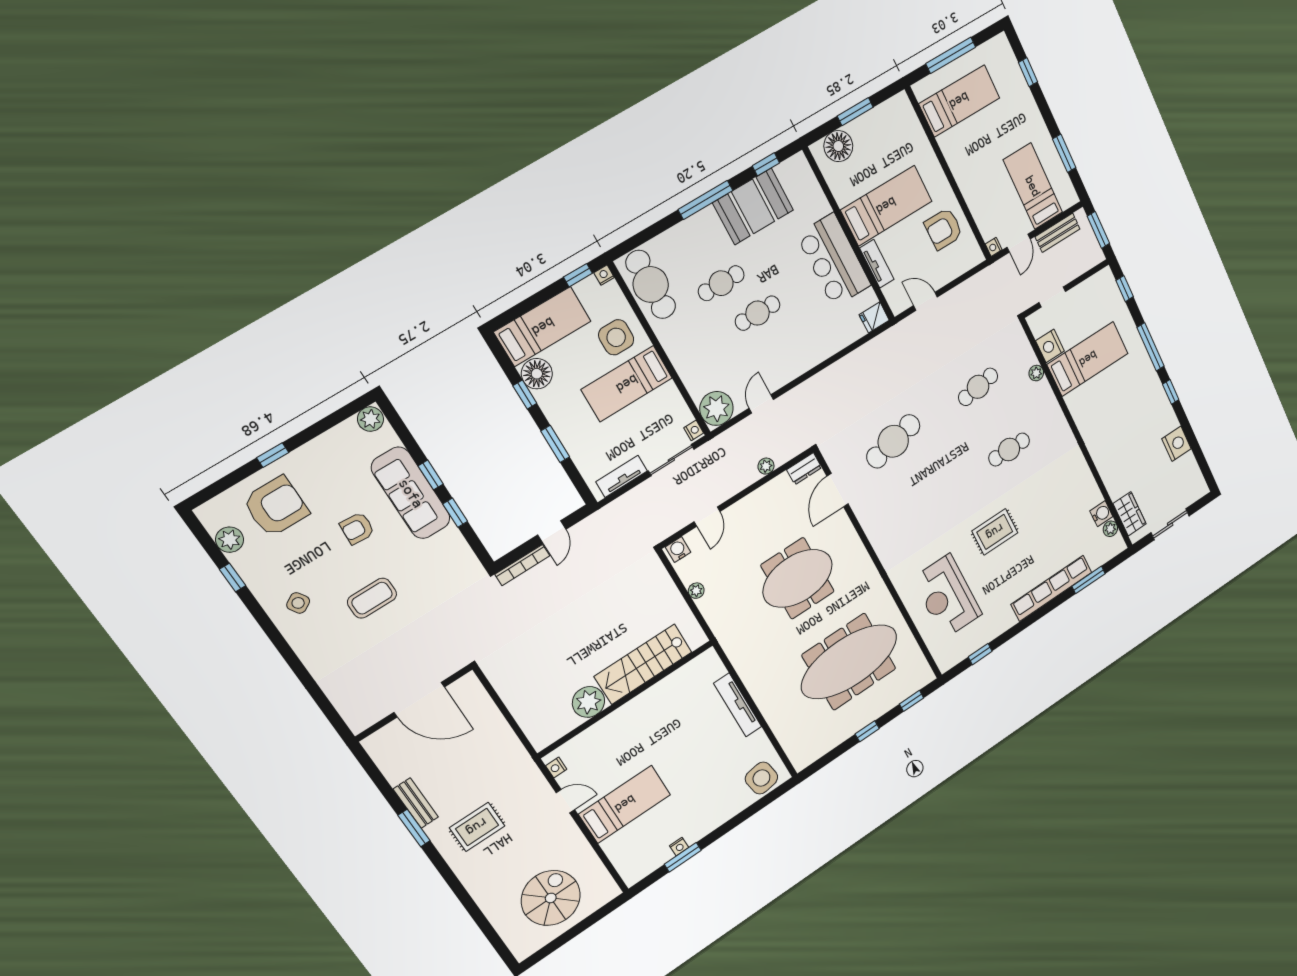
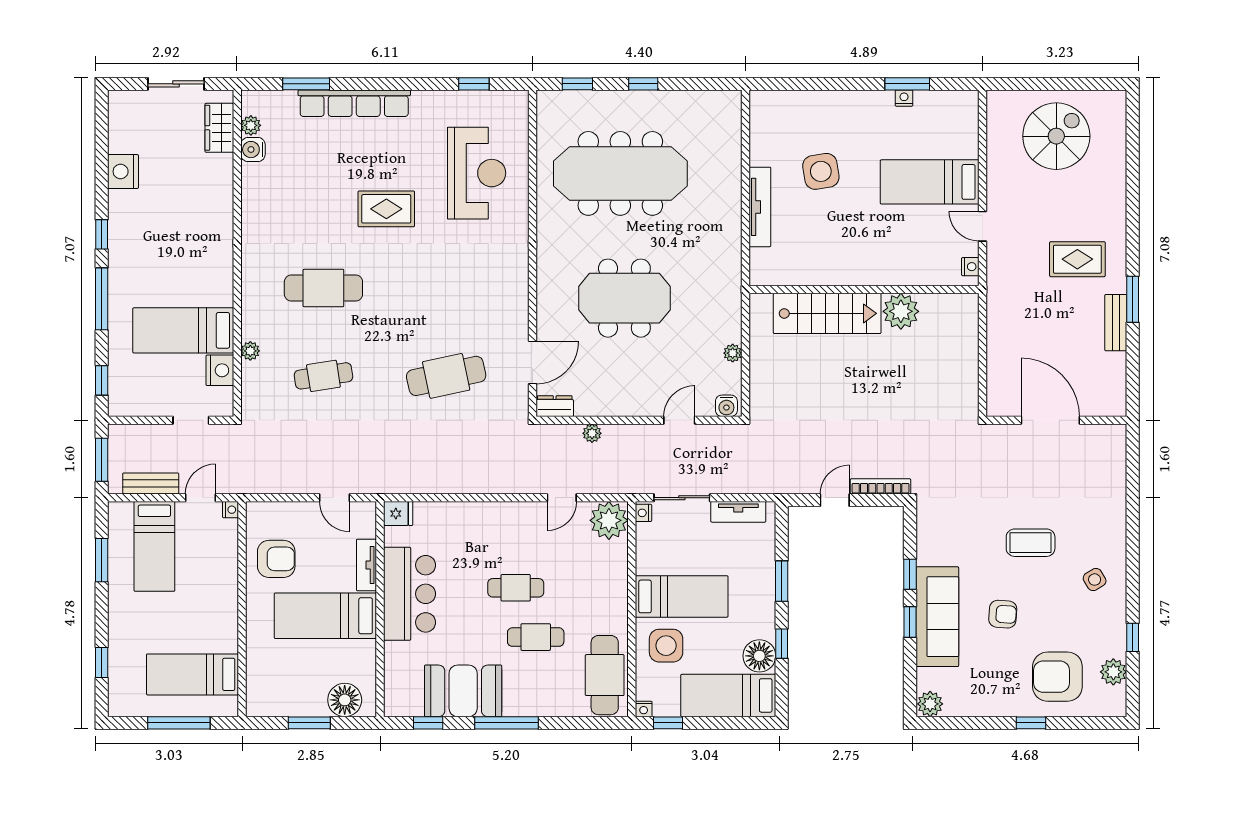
cafe table: (1009, 450) -> (323, 288), width x1.37, depth x1.35
side table: (761, 778) -> (821, 171), moved
spiral stairs: (551, 898) -> (1056, 136), turned 180

